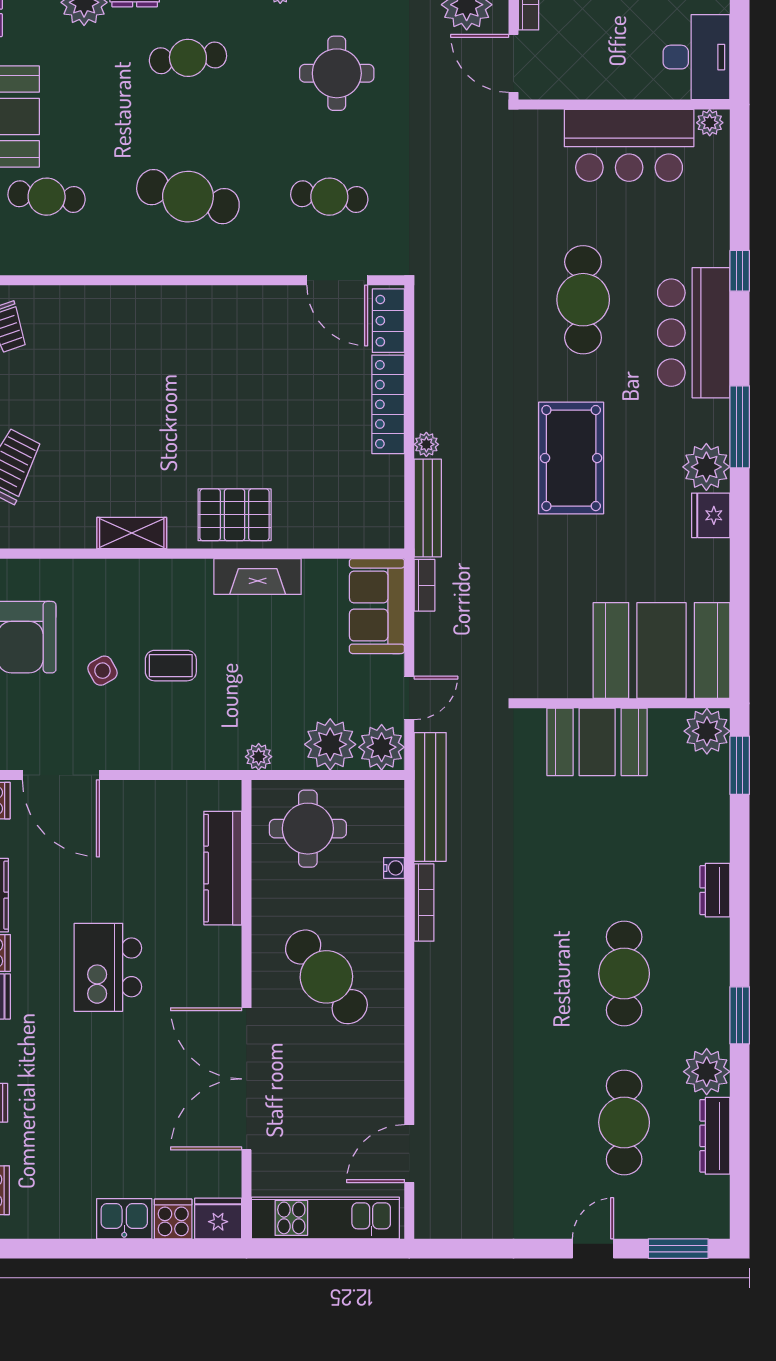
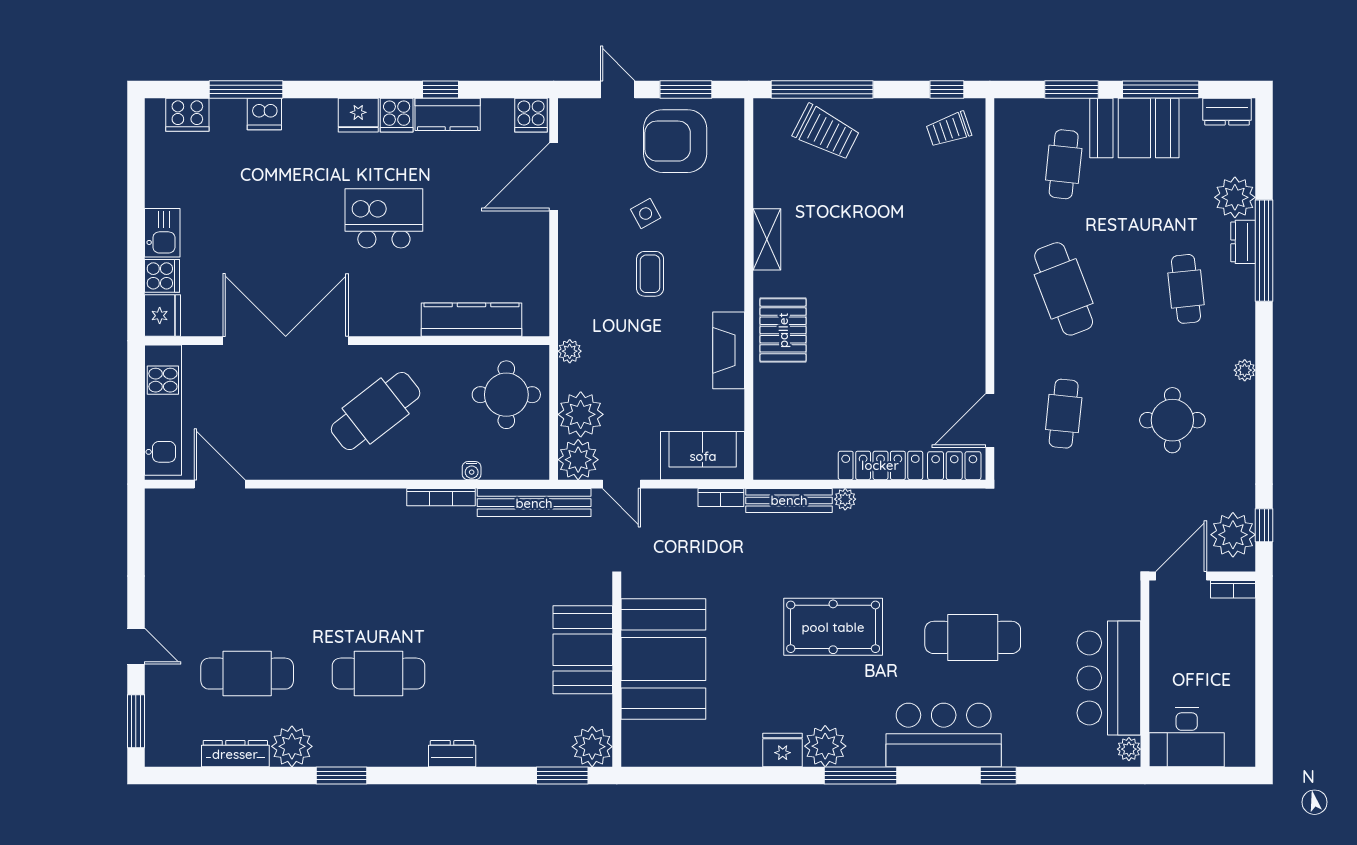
cafe table: (188, 197) -> (1064, 289), turned -36
booth: (662, 651) -> (663, 659), moved

